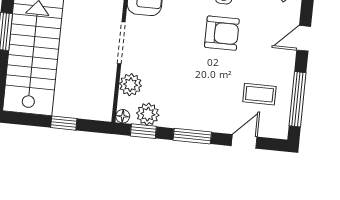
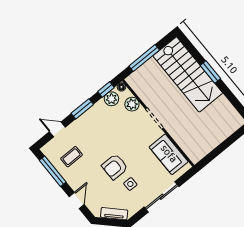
window: (64, 123) -> (144, 58), width x2.17
door: (244, 141) -> (57, 129), swing flipped

